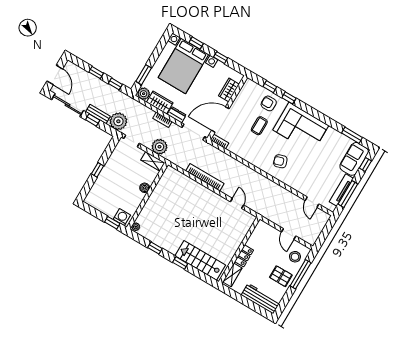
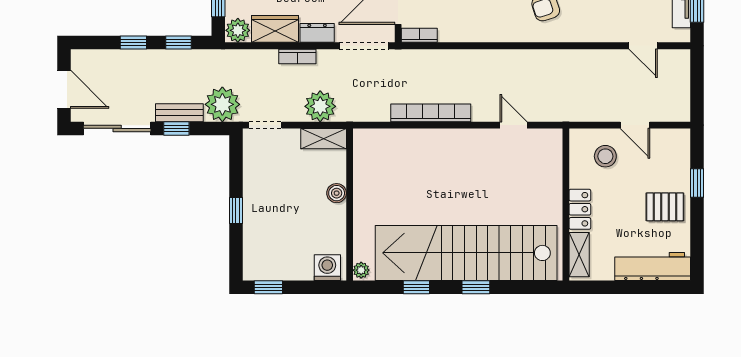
window: (112, 223) -> (268, 287), moved
stool: (295, 257) -> (605, 156), moved
stairs: (200, 260) -> (466, 253), width x1.86, depth x1.51
window: (301, 274) -> (697, 183), width x0.46

